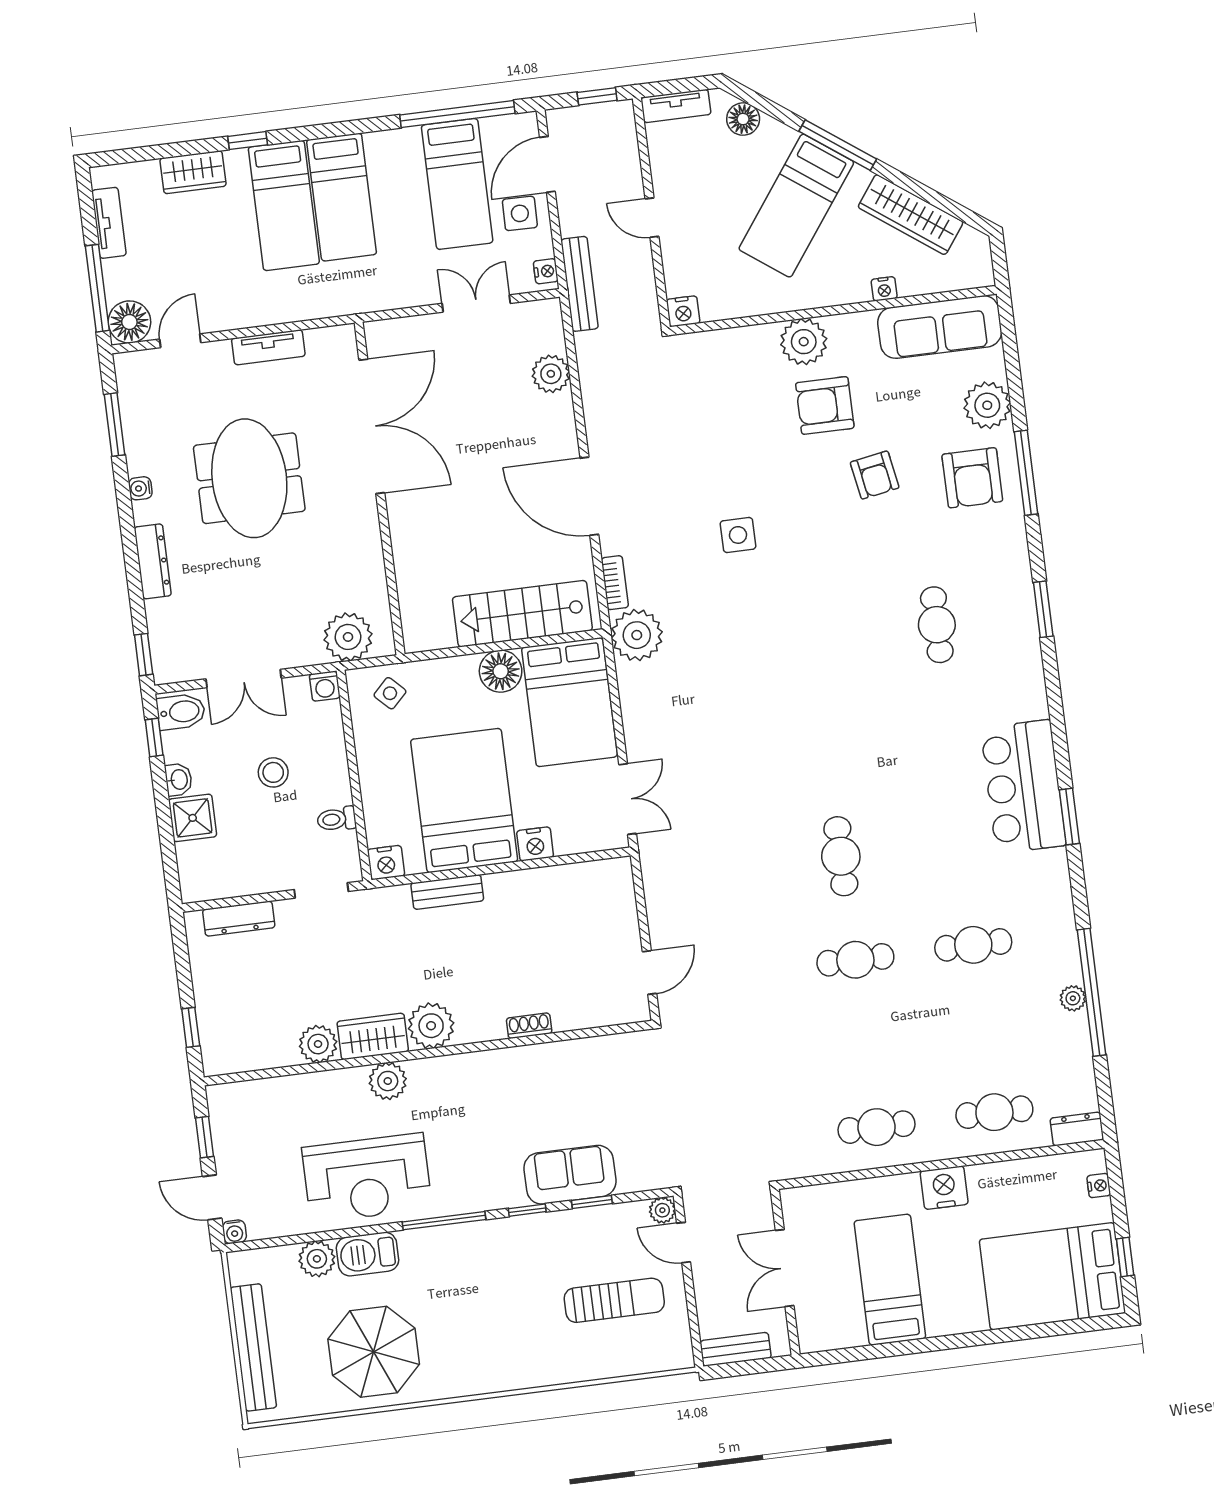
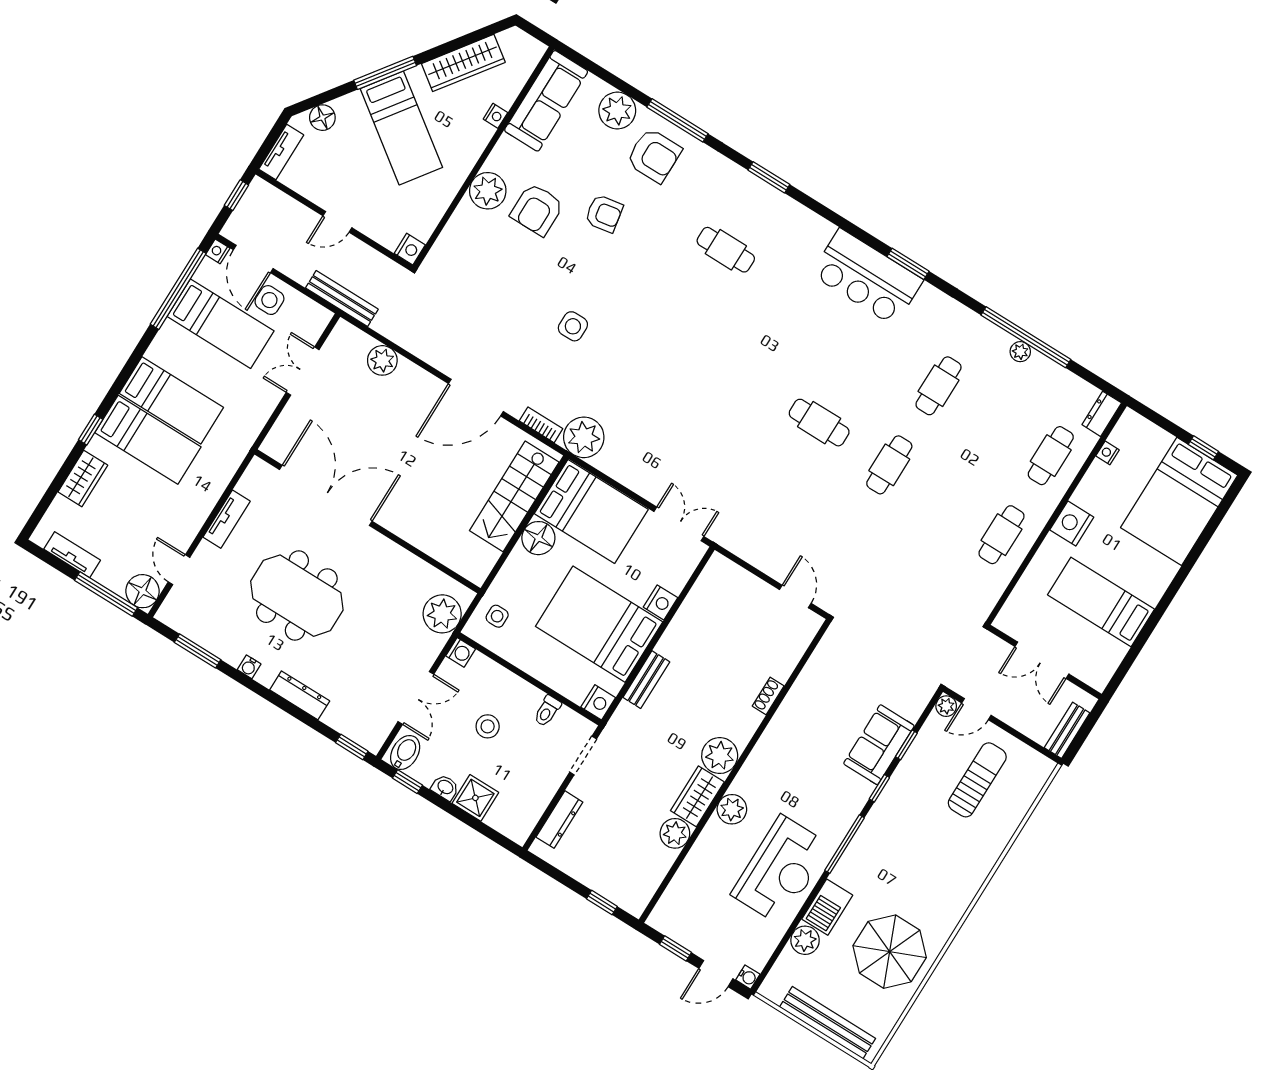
nightstand: (546, 271) -> (218, 251), moved, turned -90
side table: (390, 693) -> (497, 616), turned 45
nightstand: (1099, 1186) -> (1108, 453), moved, turned -90

